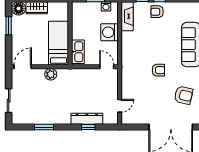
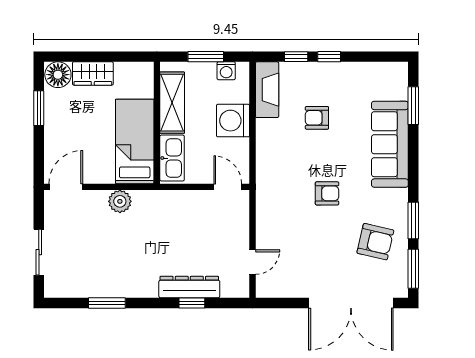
armchair: (157, 12) -> (317, 118), moved
shelving: (78, 23) -> (172, 103), added

